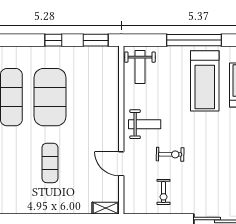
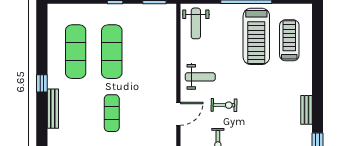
exercise mat: (50, 97) -> (112, 52), width x0.68
door: (121, 164) -> (178, 114), swing flipped

